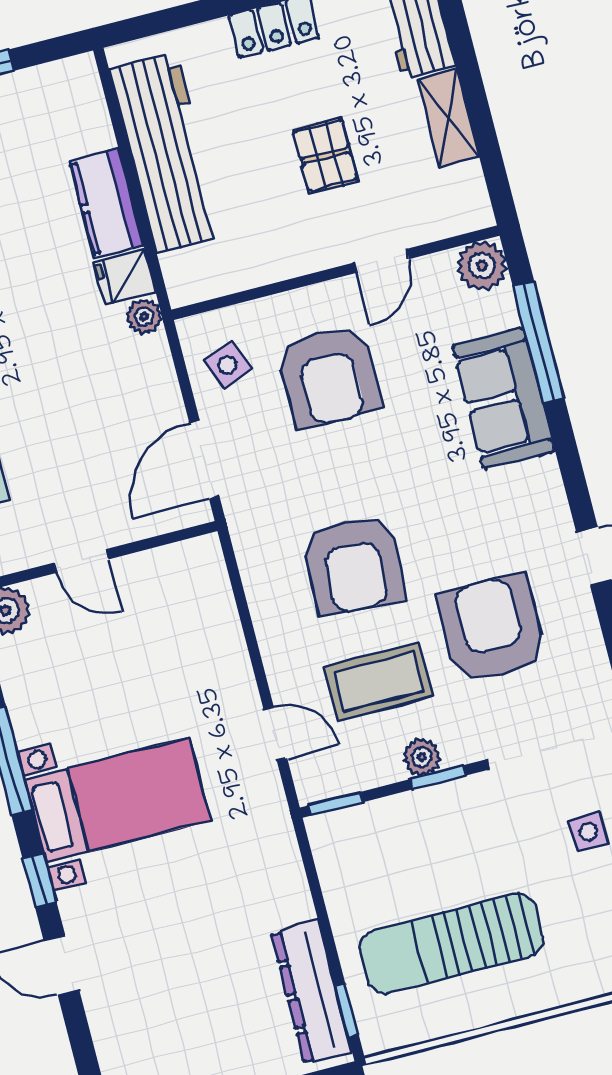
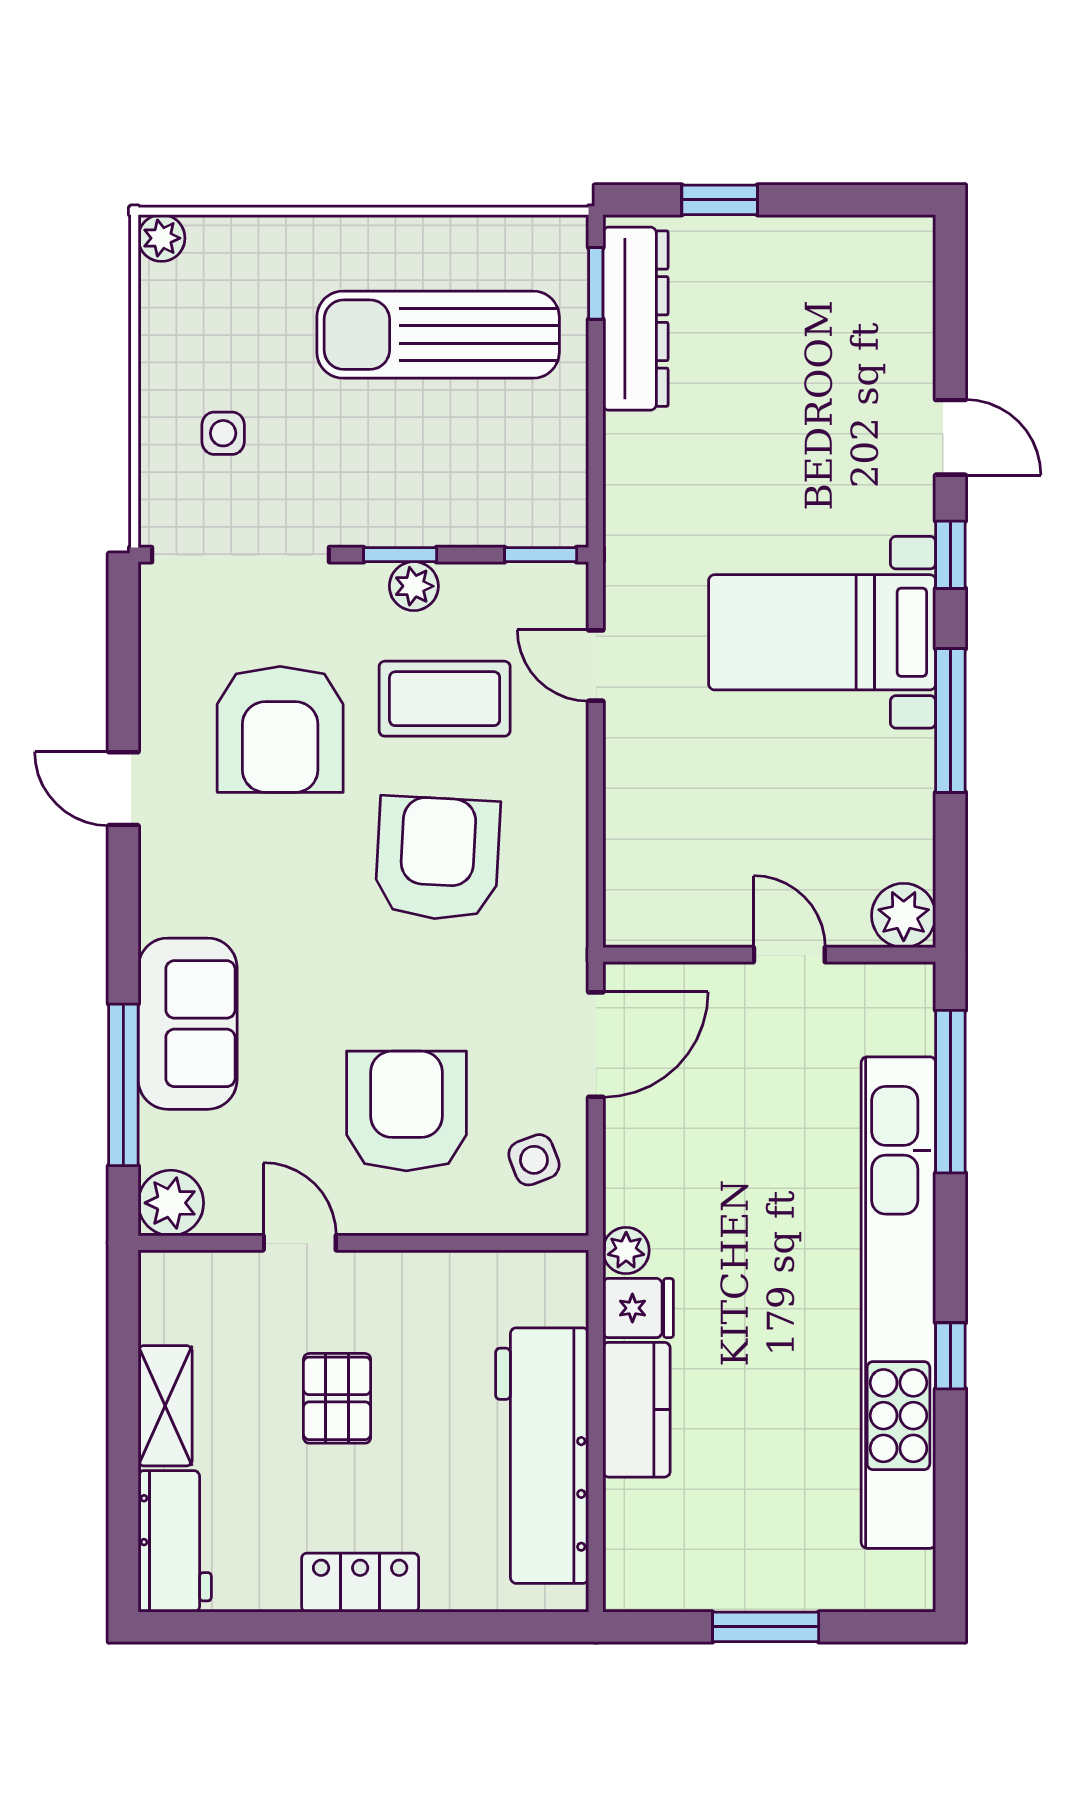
door: (381, 261) -> (300, 1243), hinge flipped
sun lounger: (451, 944) -> (438, 335), turned 180

